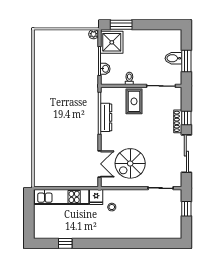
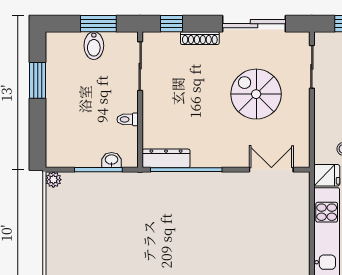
window: (121, 25) -> (38, 80), moved
shower: (112, 42) -> (67, 149), removed
rug: (134, 101) -> (166, 112), removed
dresser: (106, 117) -> (166, 158), moved
window: (186, 118) -> (171, 24), moved
spiral stairs: (130, 163) -> (256, 94), moved, turned 180

